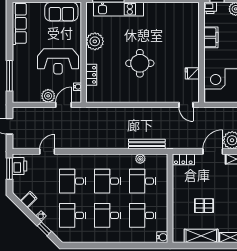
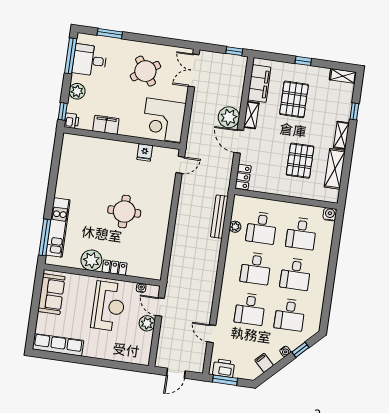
locker: (91, 75) -> (114, 268), moved
window: (9, 76) -> (117, 365), removed
pallet: (204, 206) -> (300, 161), width x1.50, depth x1.42

